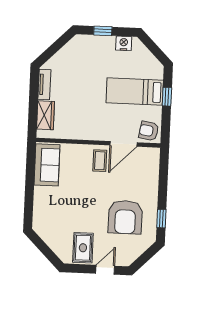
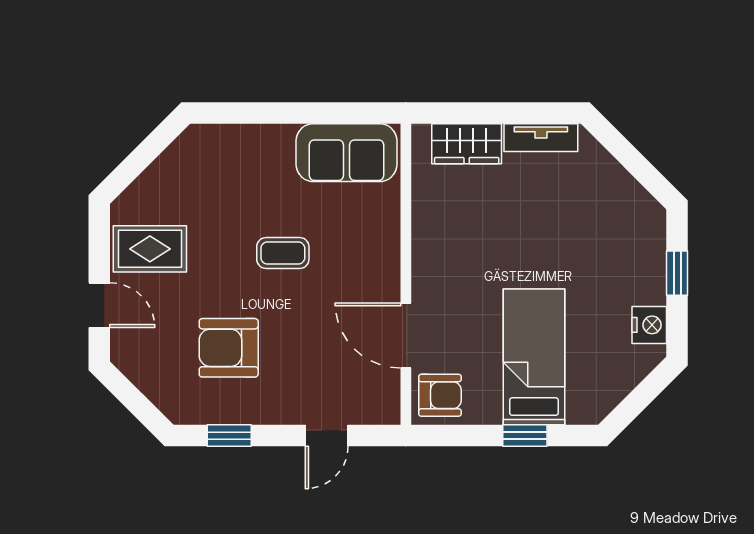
armchair: (149, 131) -> (440, 395), turned 80
coffee table: (100, 161) -> (283, 253), moved
door: (163, 178) -> (327, 436), added
armchair: (125, 217) -> (229, 348), width x0.73, depth x0.73

